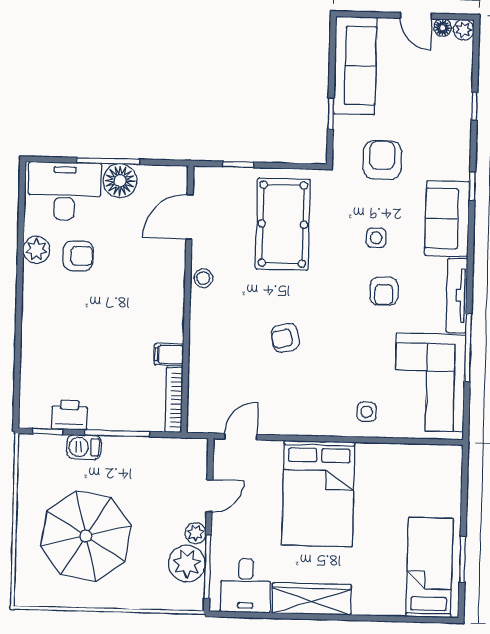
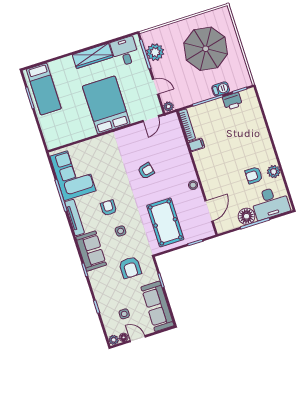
side table: (367, 412) -> (124, 314), moved
door: (209, 496) -> (156, 87), swing flipped
plant: (196, 533) -> (168, 106), moved

